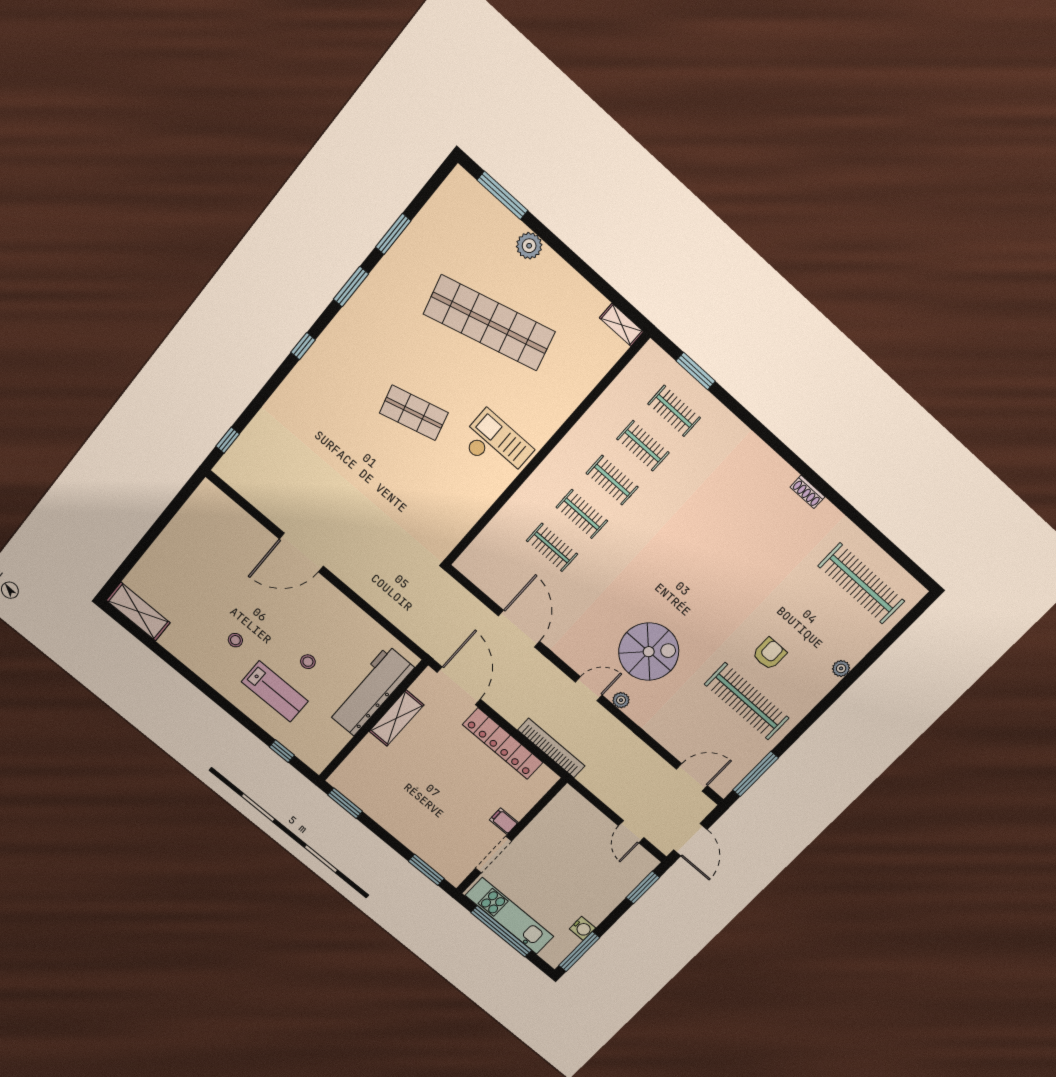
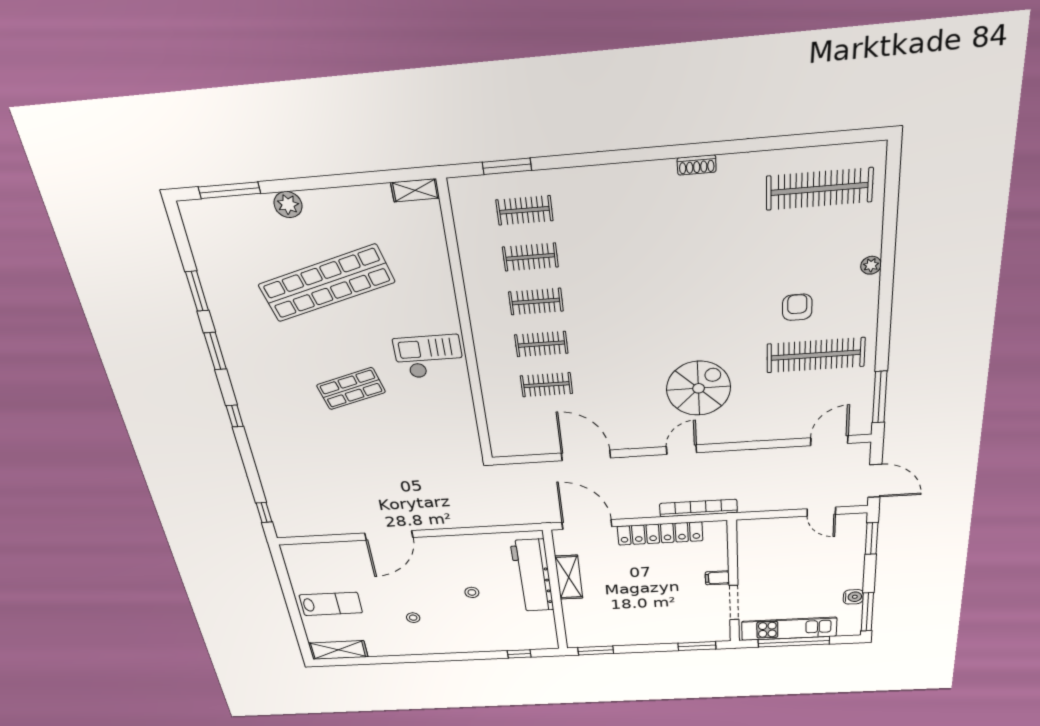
lab bench: (275, 691) -> (331, 604), moved
plant: (621, 700) -> (715, 437), removed

